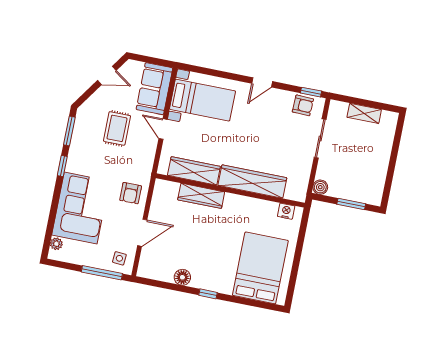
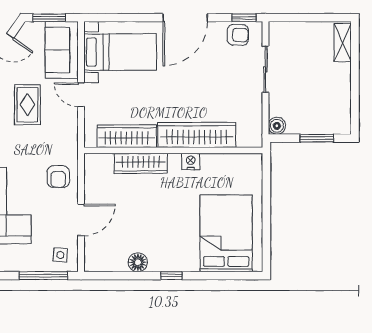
window: (149, 60) -> (49, 18), added
door: (262, 82) -> (185, 18), width x1.88
shelving: (364, 113) -> (343, 43), moved, turned 90
nightstand: (286, 211) -> (191, 161), moved

